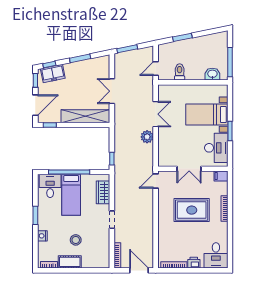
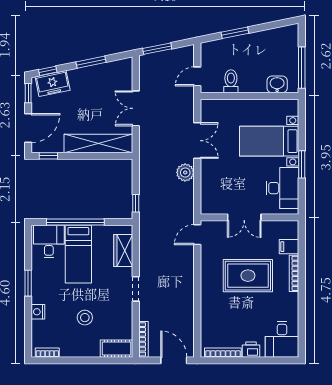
filing cabinet: (221, 176) -> (289, 247), moved
cot: (70, 262) -> (117, 349), moved

